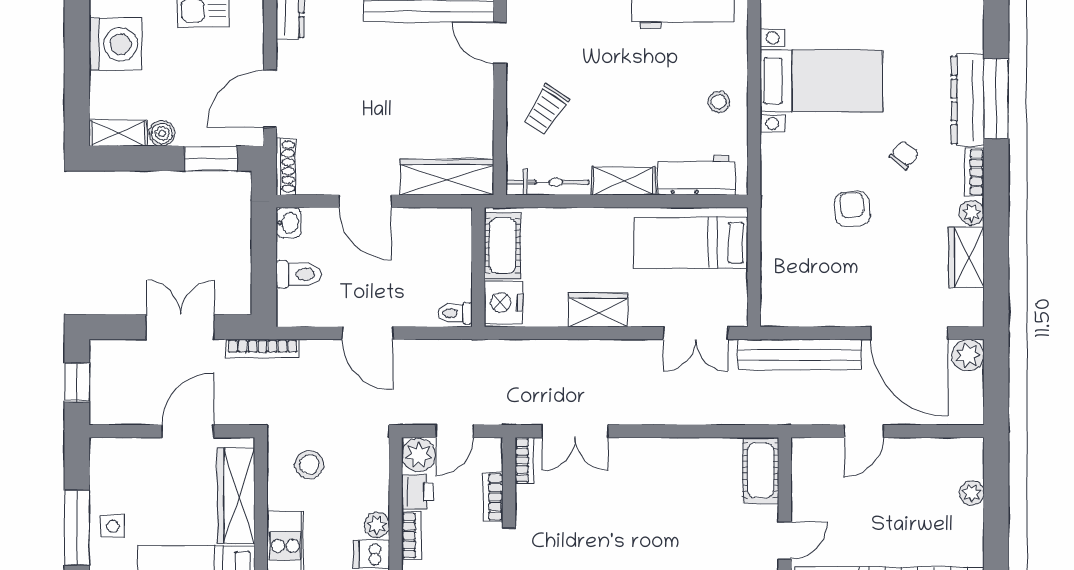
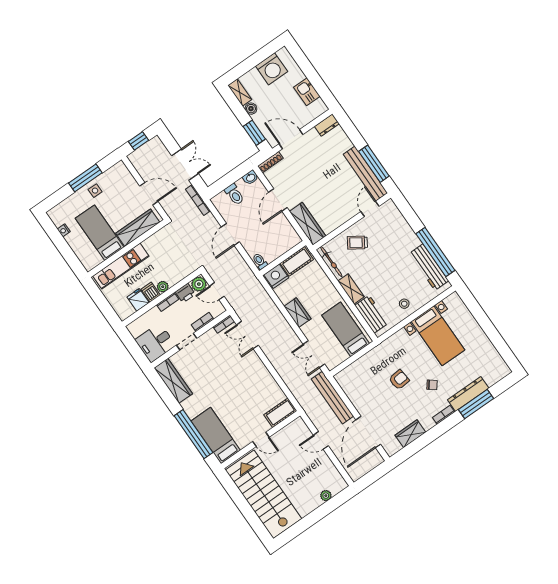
plant: (972, 213) -> (428, 424), removed
plant: (968, 355) -> (375, 459), removed
stool: (309, 465) -> (168, 247), removed

